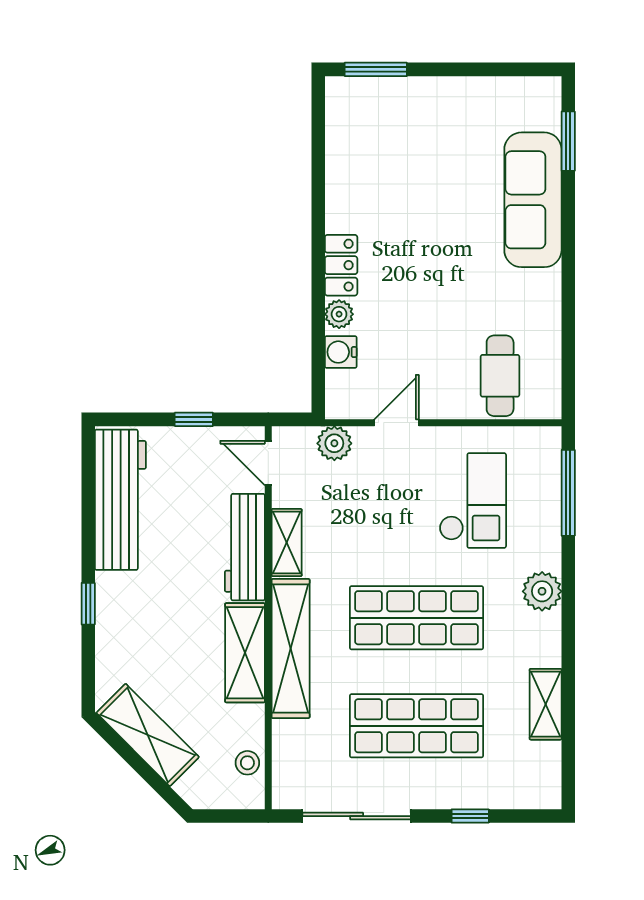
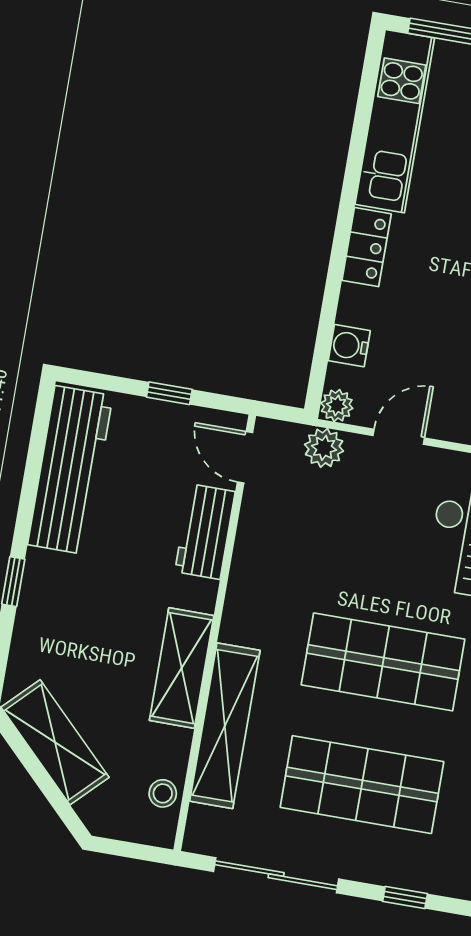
kitchen unit: (347, 153) -> (395, 121), added
plant: (339, 314) -> (337, 406), moved
shelving: (287, 543) -> (250, 551), removed
workbench: (245, 547) -> (205, 532), width x0.73
shelving: (291, 649) -> (225, 726), moved

